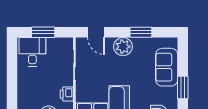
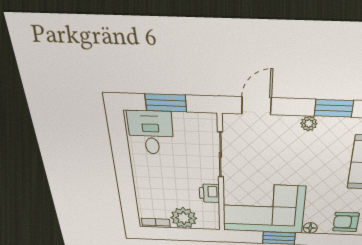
door: (96, 32) -> (256, 106), swing flipped
plant: (123, 47) -> (309, 124), width x0.53, depth x0.53

